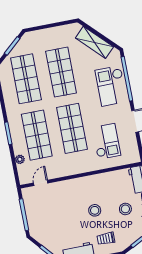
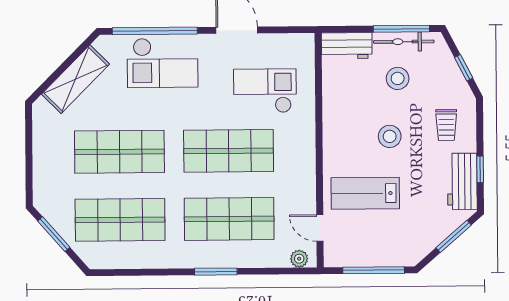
plant: (20, 159) -> (299, 259), moved
lab bench: (63, 203) -> (365, 193), added

